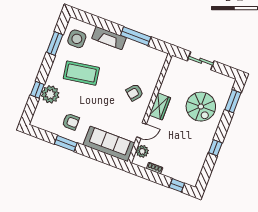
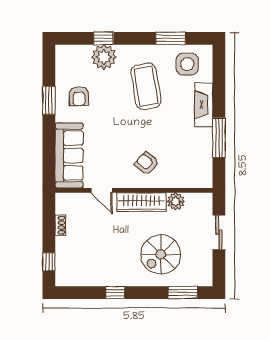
wardrobe: (160, 106) -> (141, 202), width x1.50
plant: (142, 151) -> (176, 201), moved

